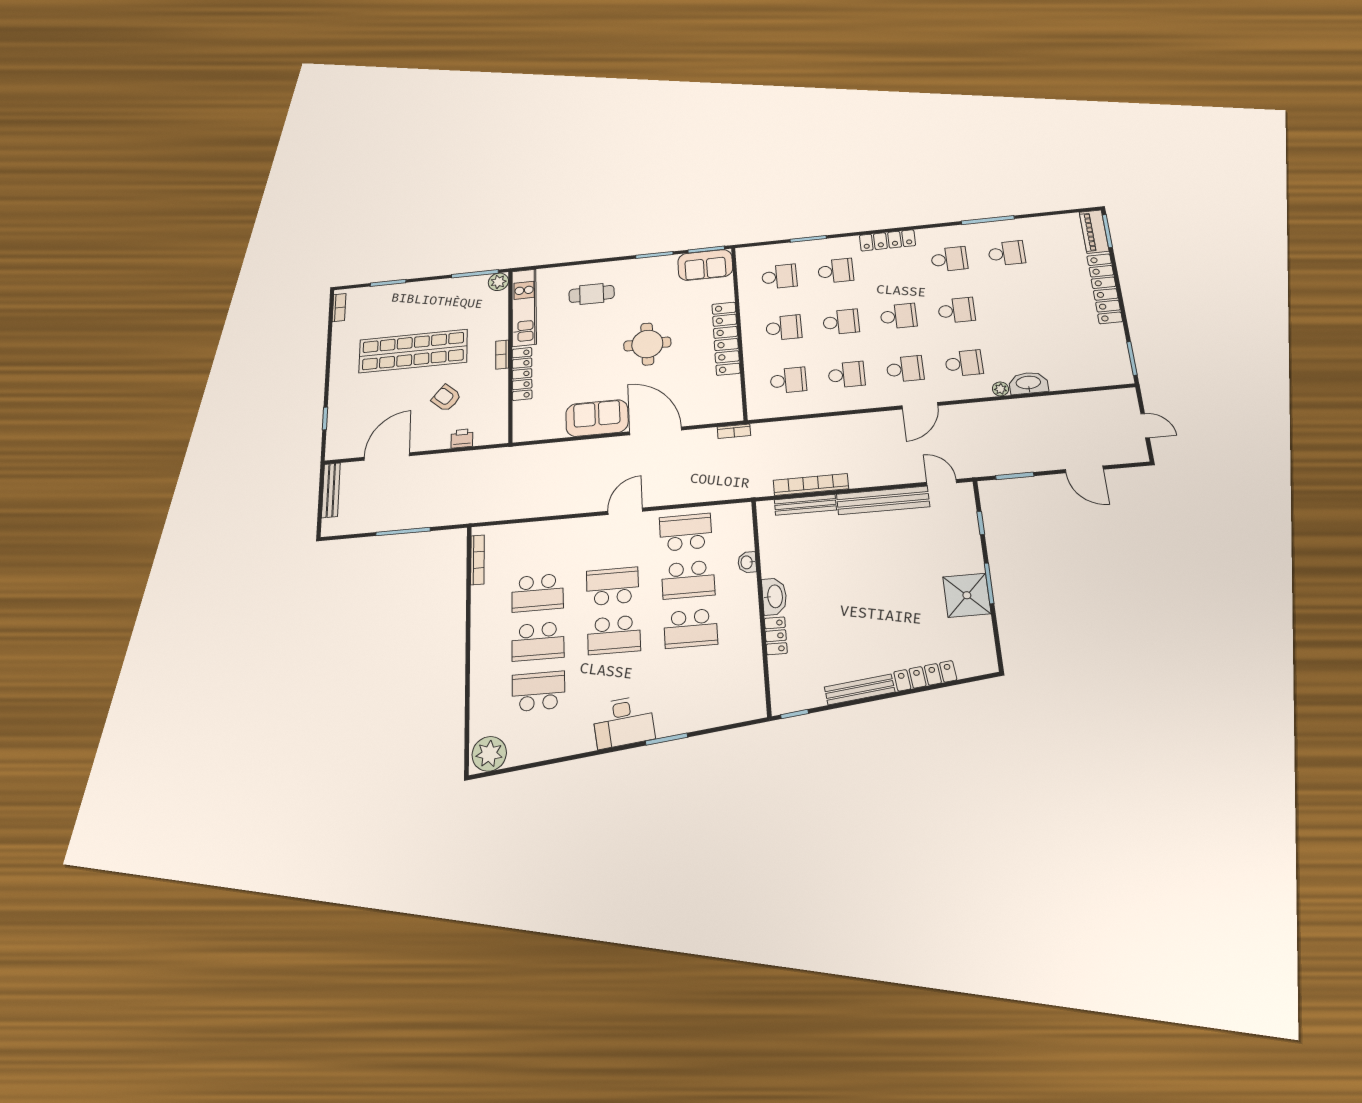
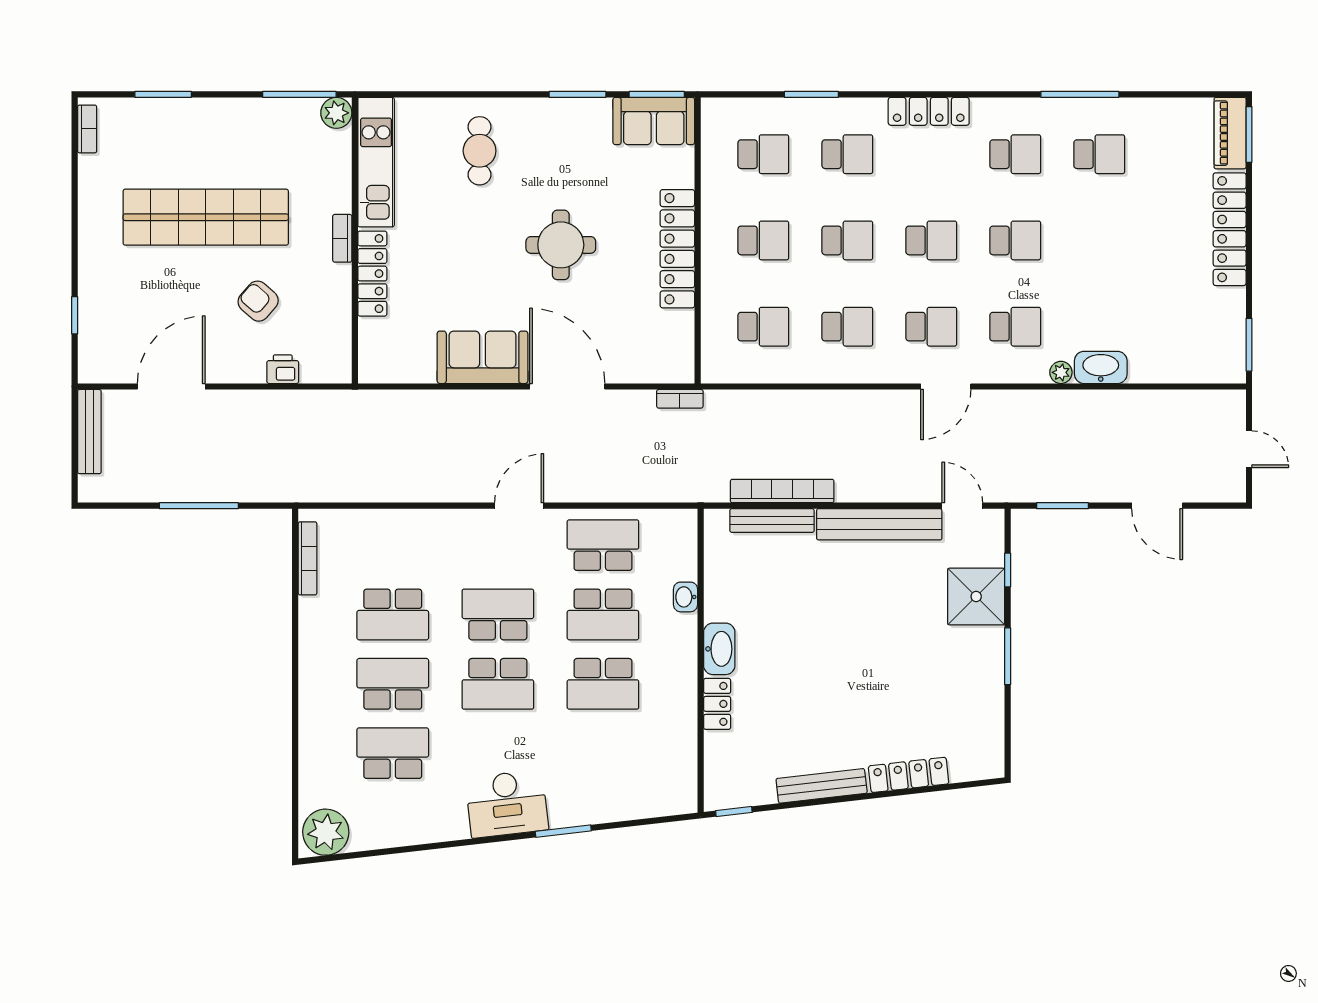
cafe table: (592, 294) -> (480, 151), turned 90
shower: (967, 595) -> (976, 597), moved
school desk: (538, 641) -> (393, 684), turned 180

